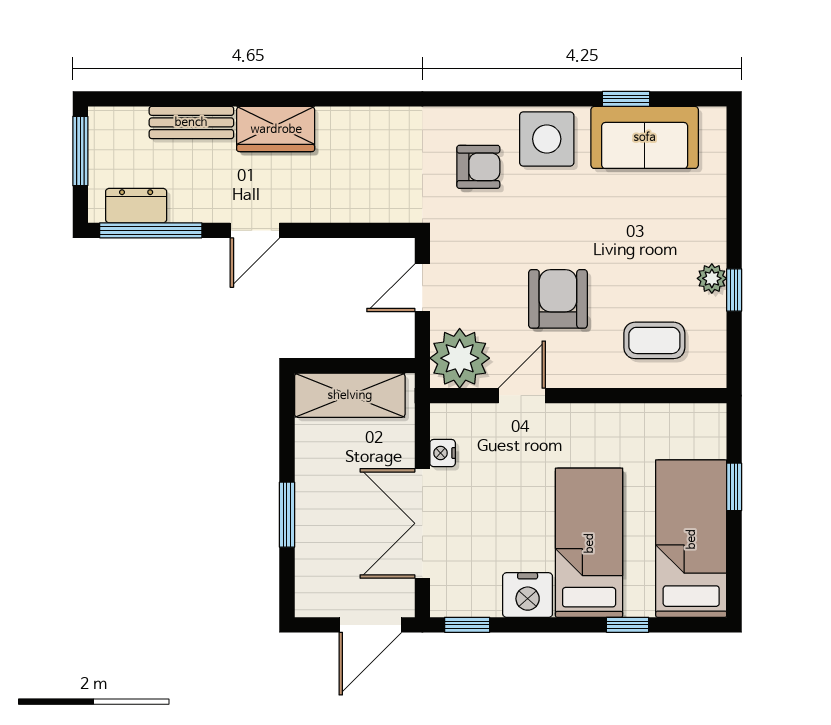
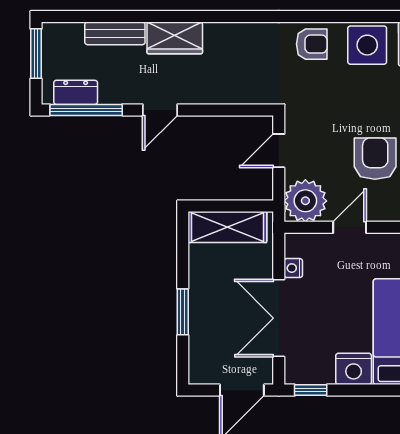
armchair: (478, 167) -> (312, 44), moved

